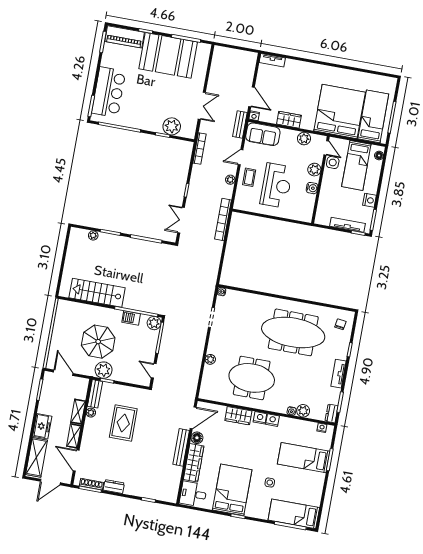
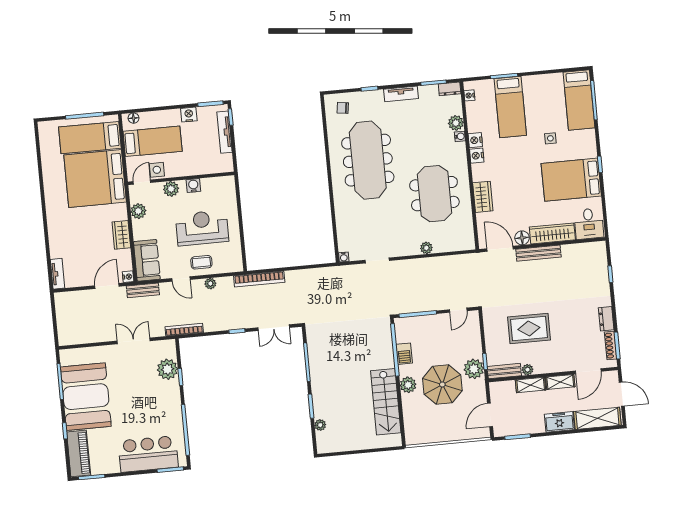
plant: (154, 323) -> (408, 385), moved
nightstand: (260, 418) -> (475, 140), moved

